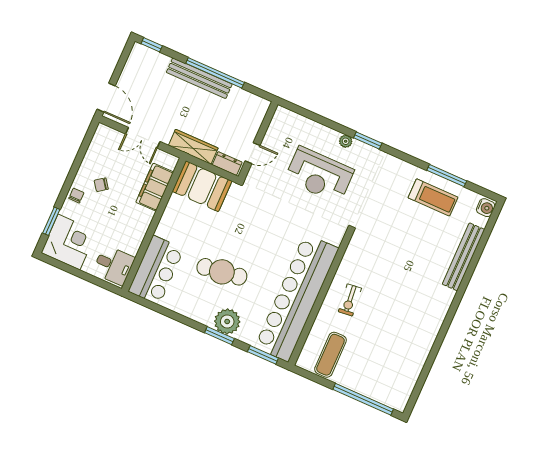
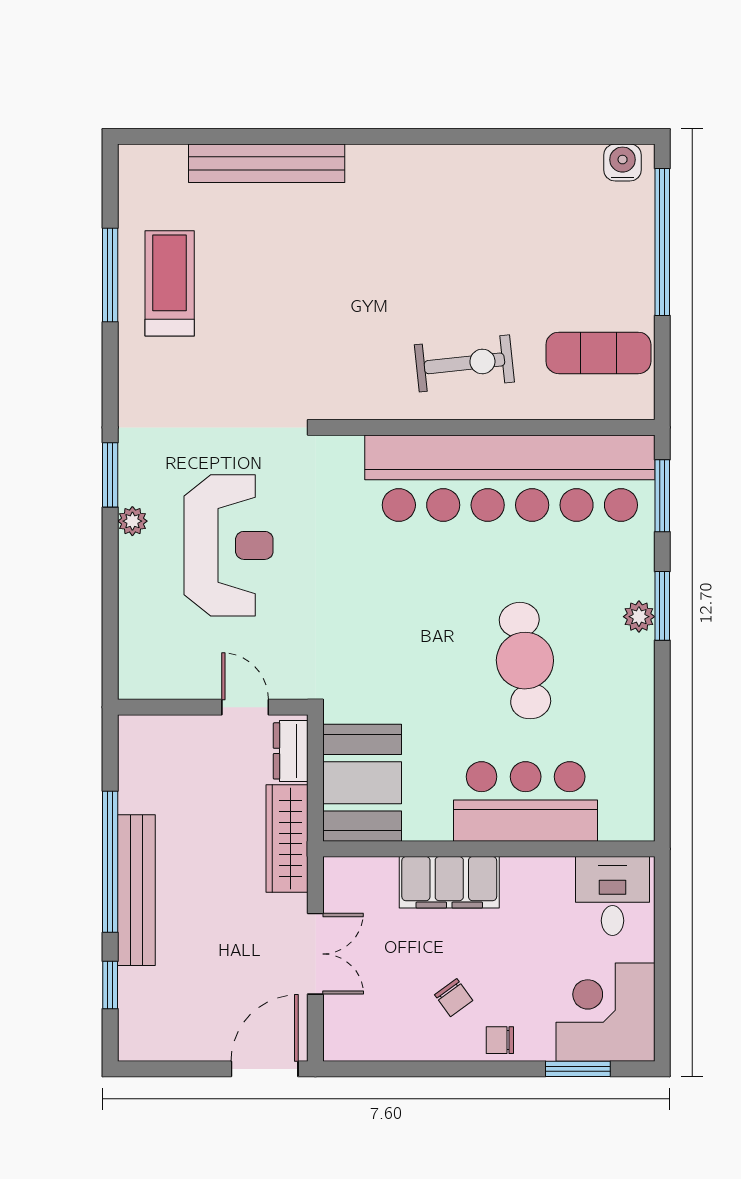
window: (152, 45) -> (110, 985), moved
filing cabinet: (155, 187) -> (449, 882), moved
water cooler: (486, 208) -> (623, 162), moved
bar counter: (156, 270) -> (526, 801), moved
exercise bike: (350, 300) -> (464, 363), width x1.38, depth x1.39
plant: (227, 321) -> (639, 617), width x0.53, depth x0.53

